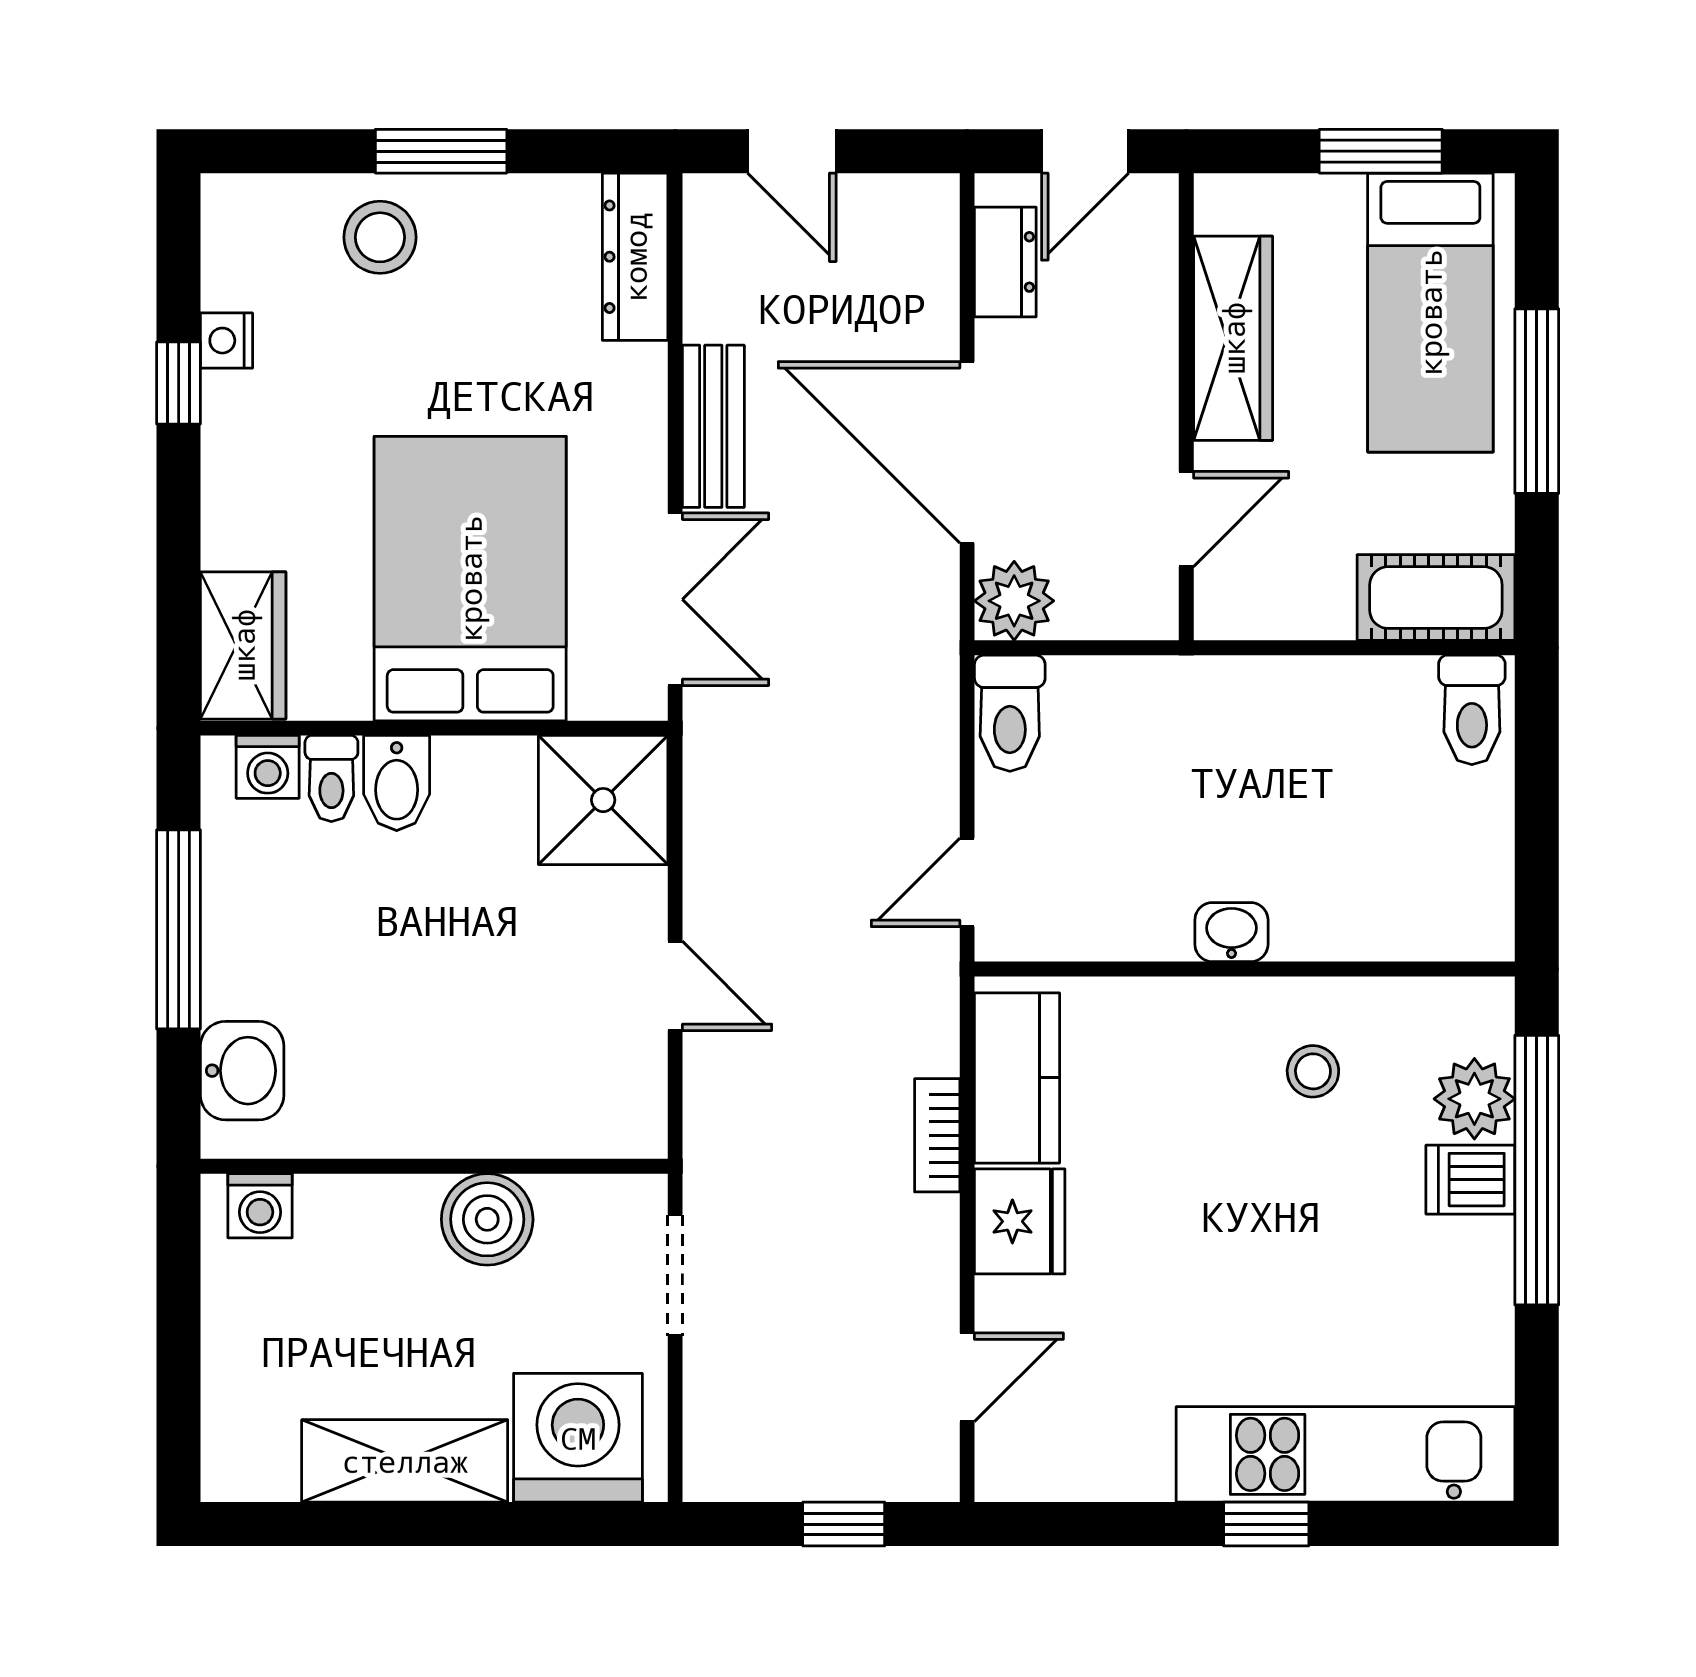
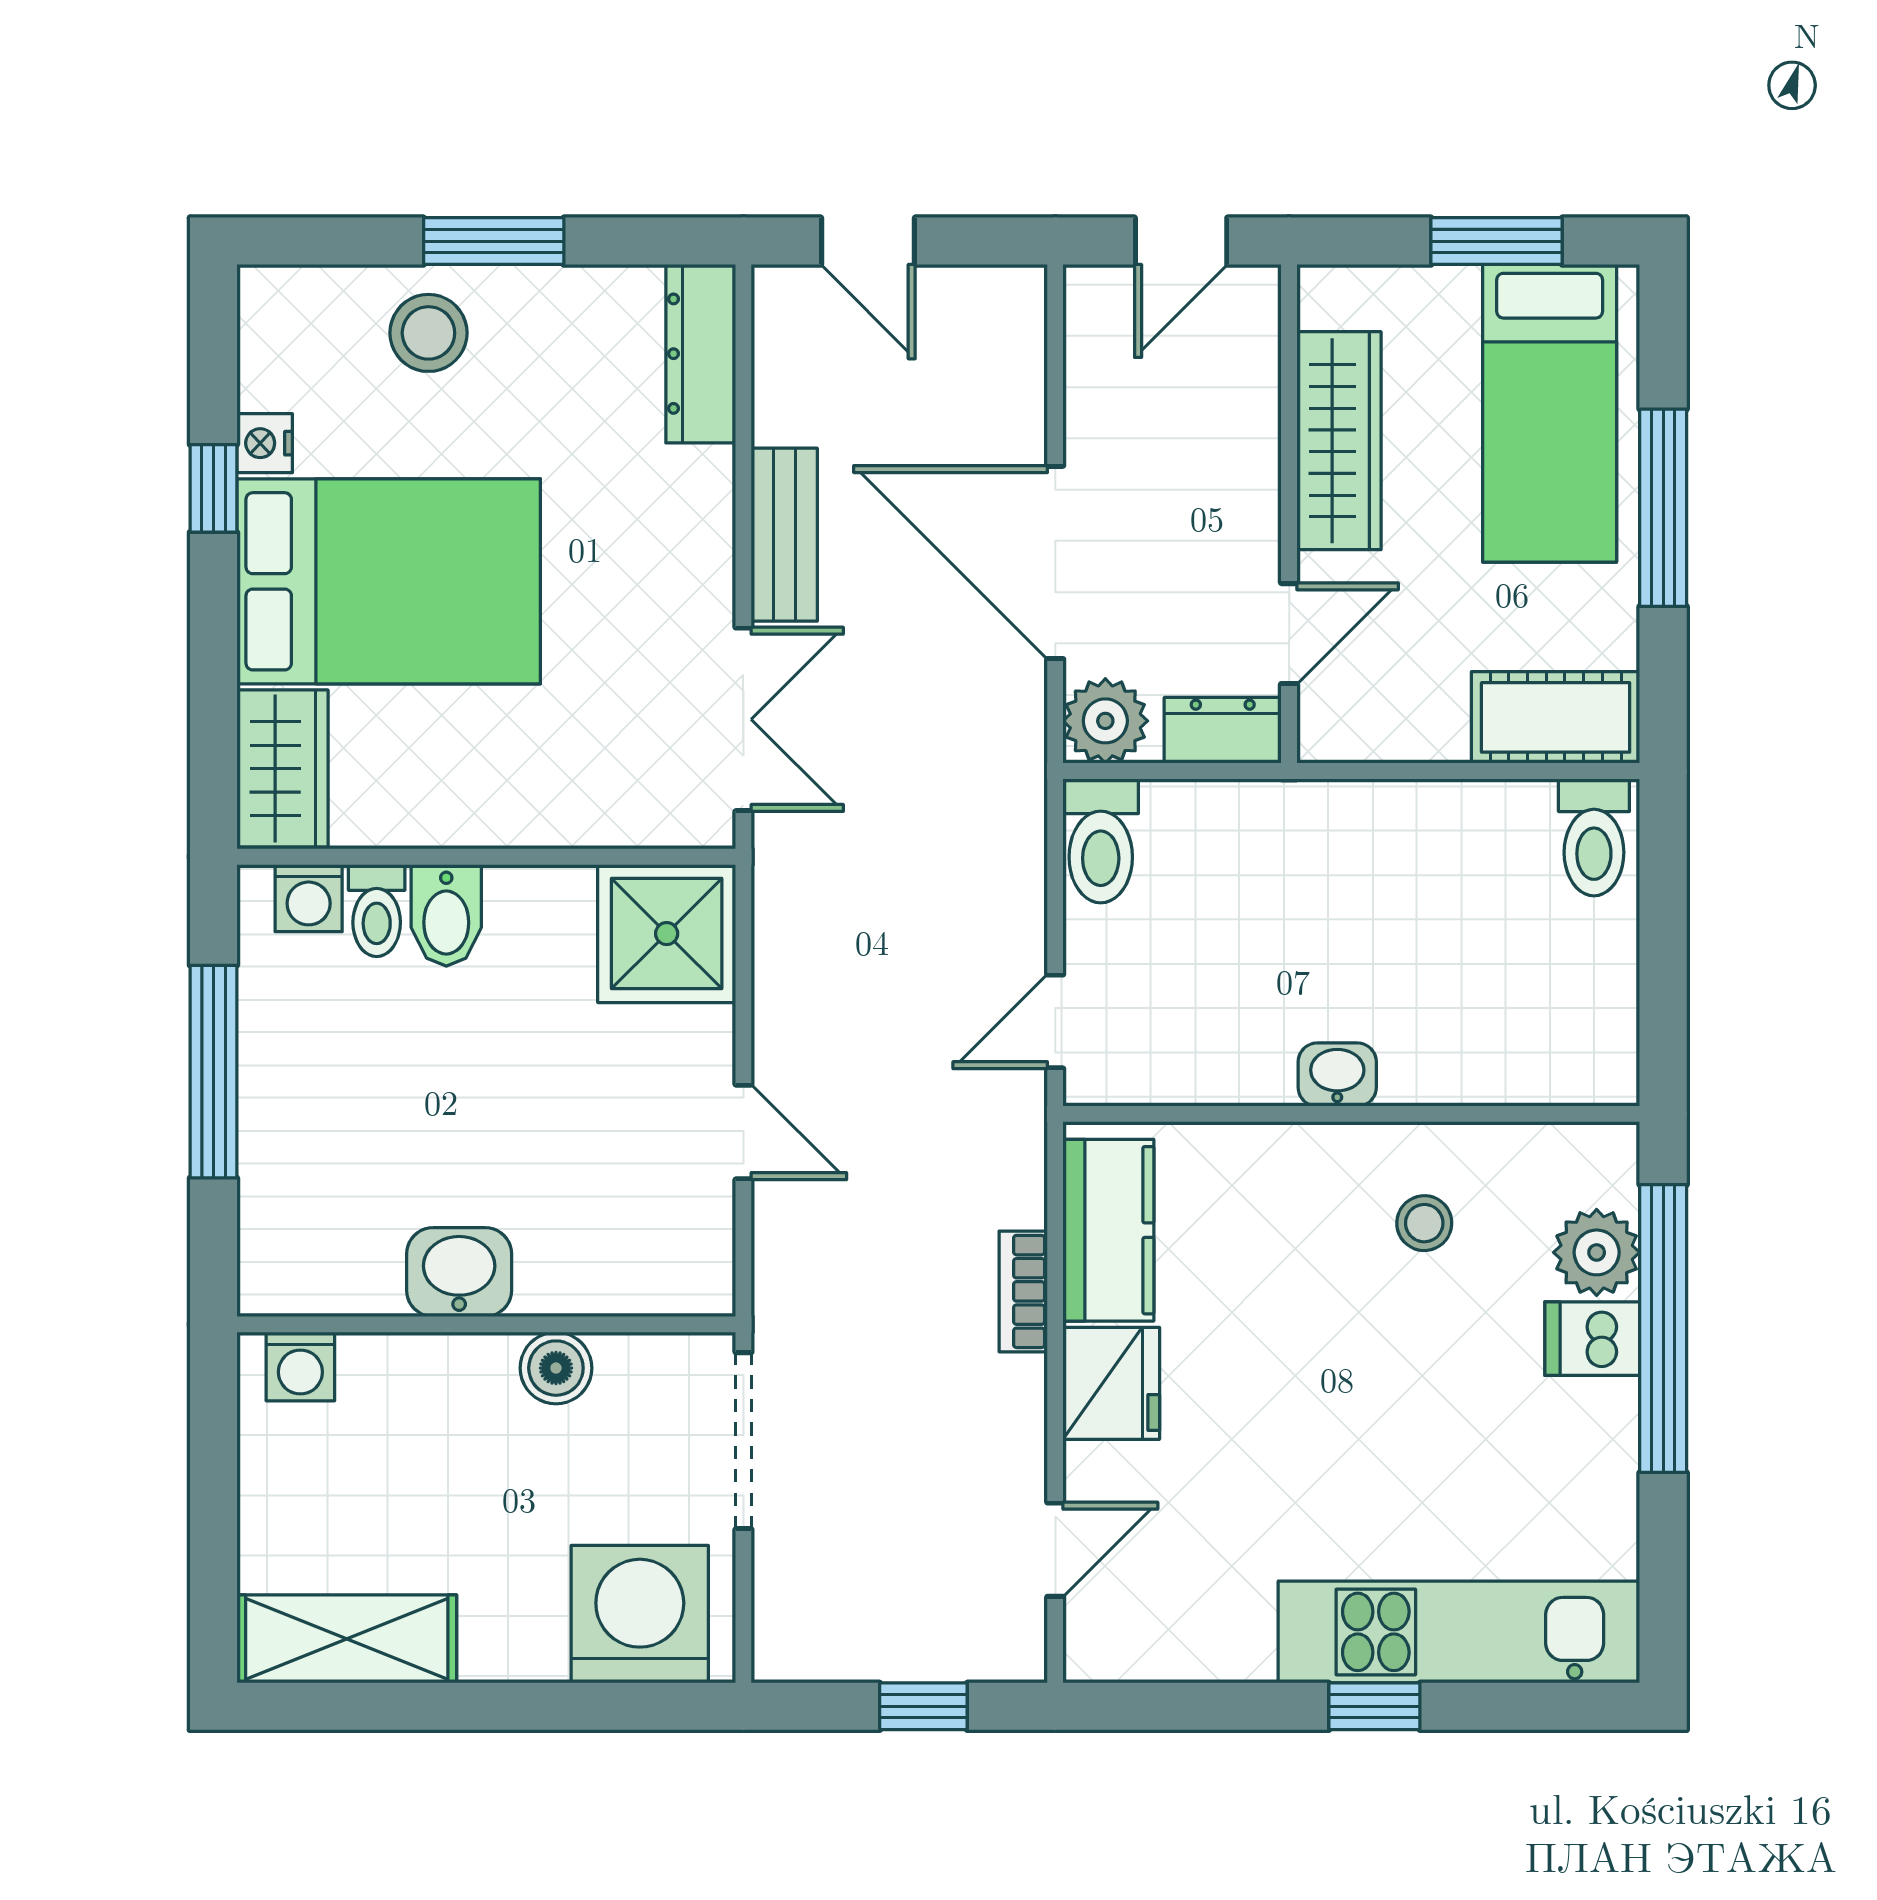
dresser: (1005, 262) -> (1223, 730), moved, turned -90
bed: (470, 579) -> (389, 581), moved, turned 90
washbasin: (242, 1071) -> (459, 1272), moved, turned -90
boiler: (487, 1219) -> (556, 1368), width x0.73, depth x0.73
doorway: (675, 1275) -> (743, 1441), width x1.38
shelving: (405, 1461) -> (347, 1639), moved

